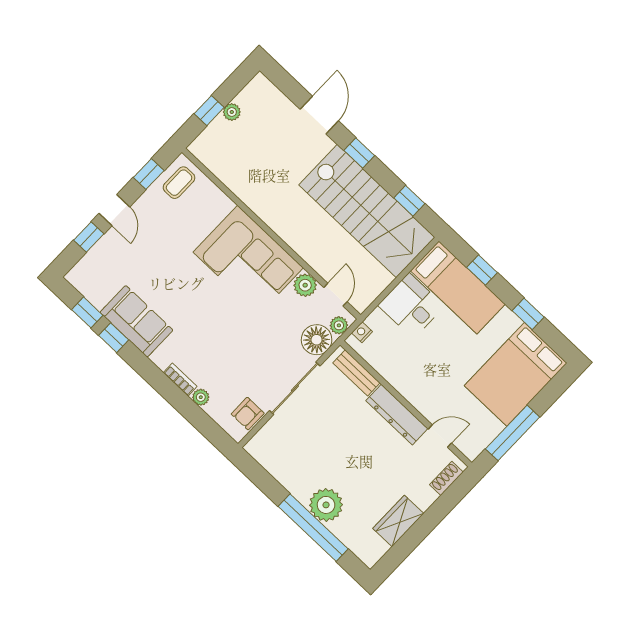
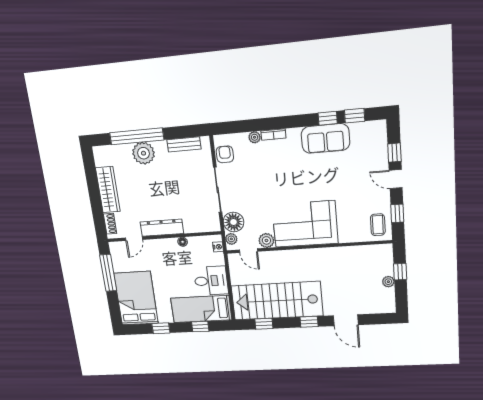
bench: (356, 373) -> (184, 144), moved
floor lamp: (393, 377) -> (183, 242), added
wardrobe: (398, 521) -> (108, 190), width x1.50

